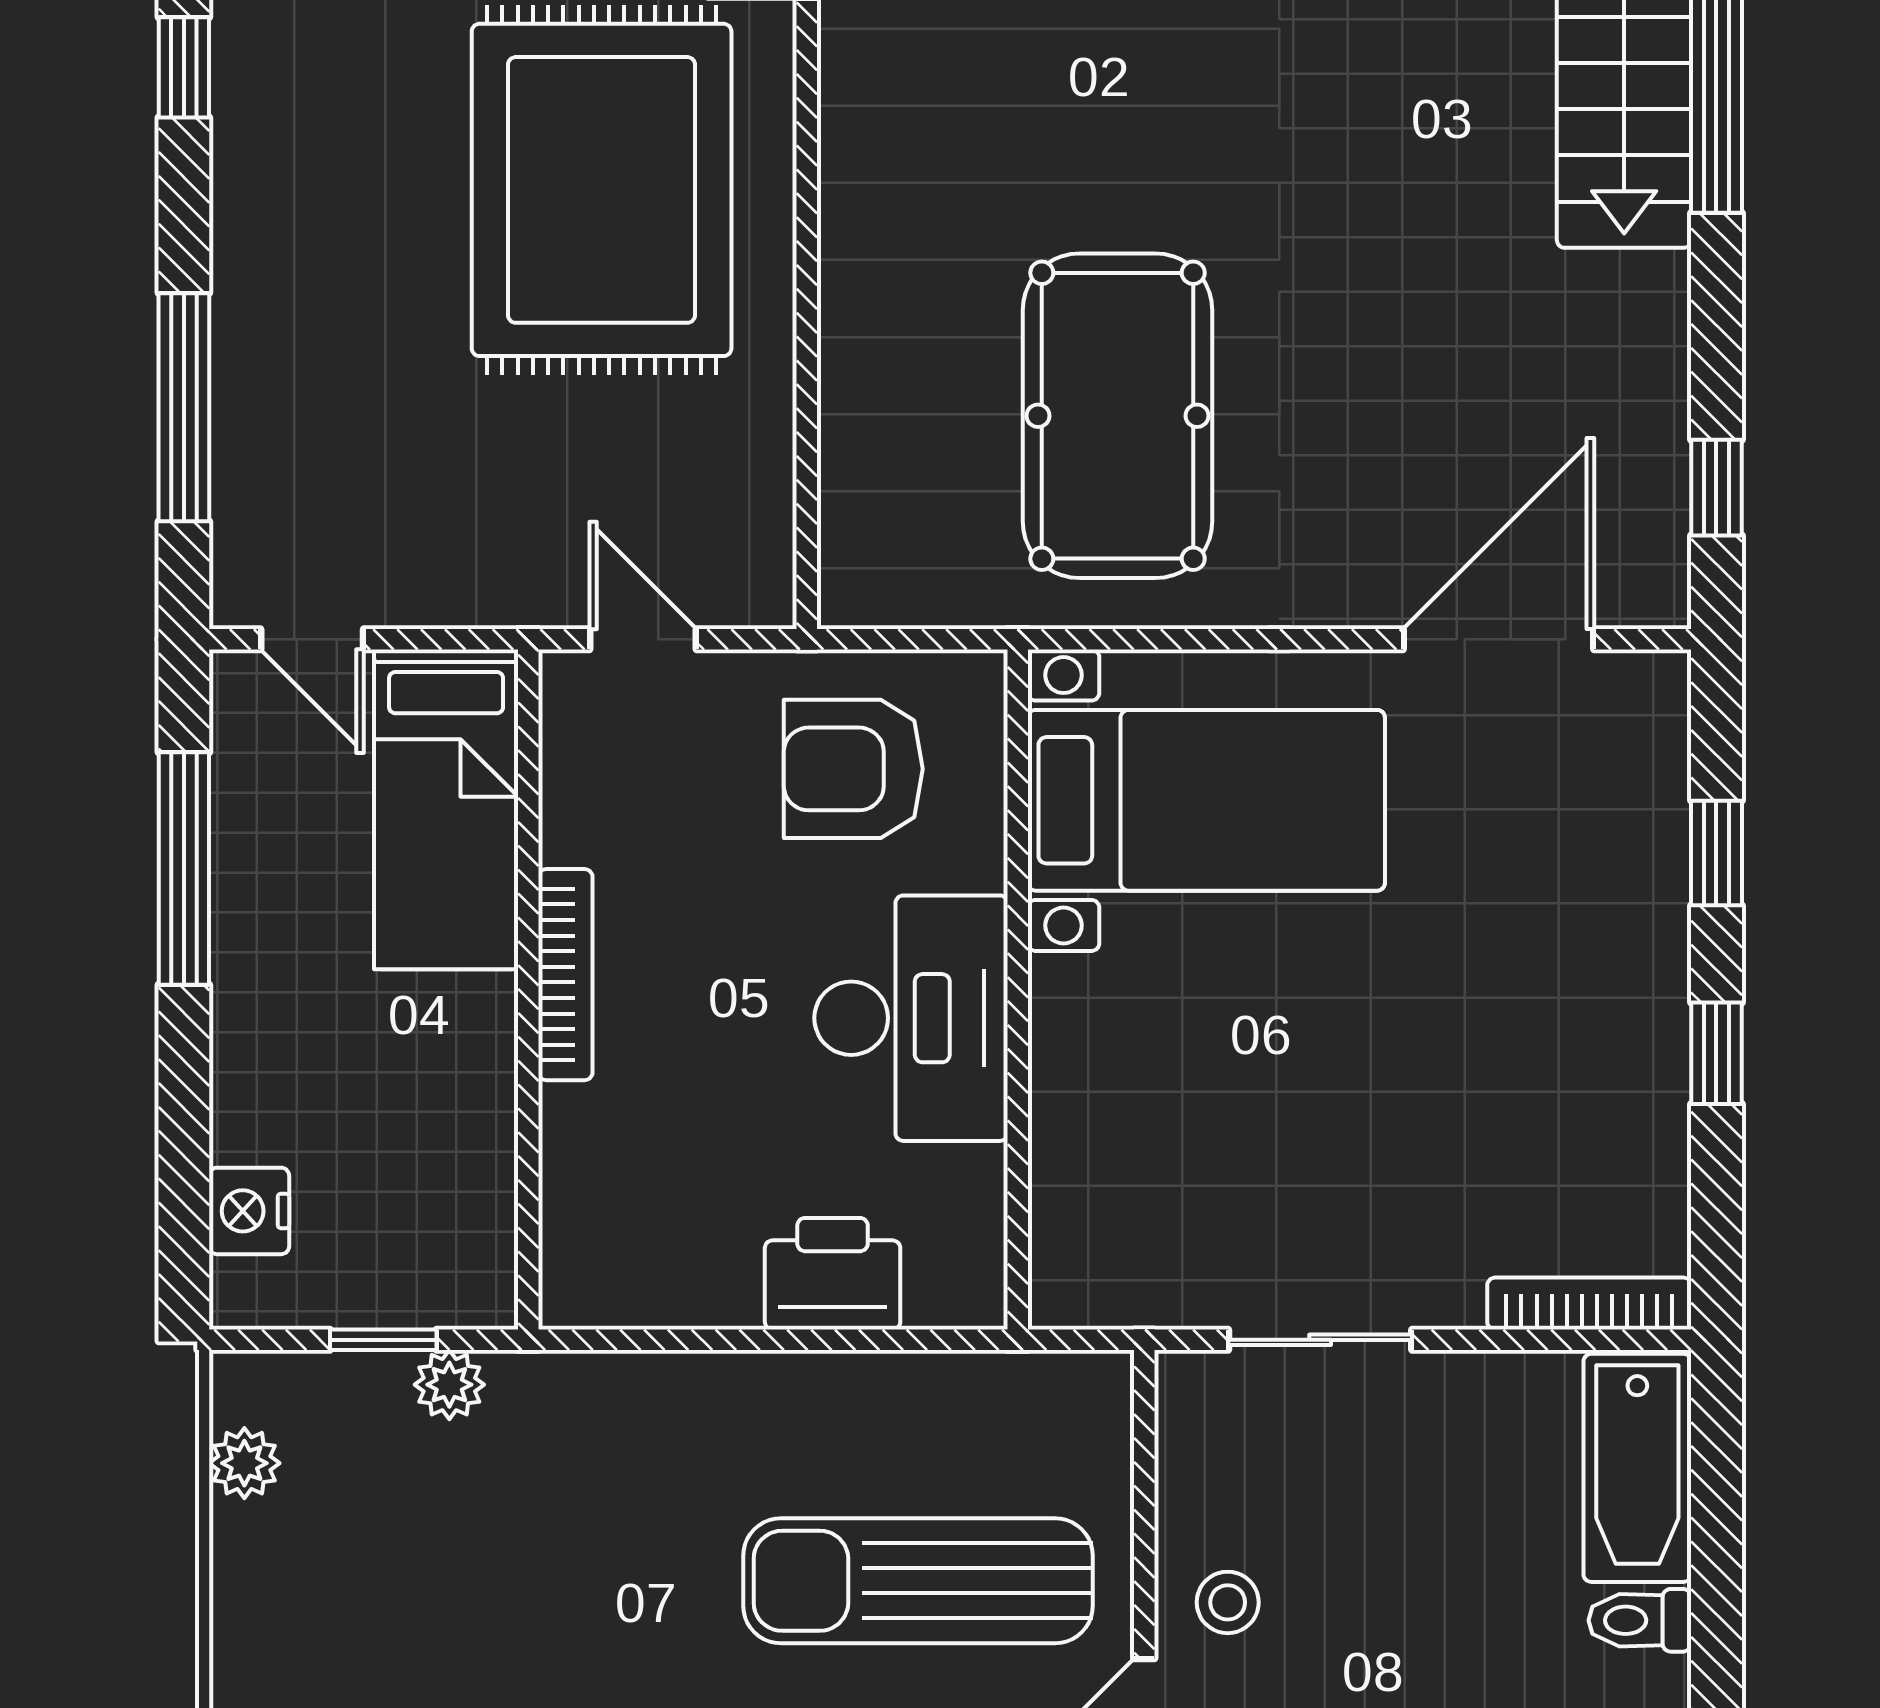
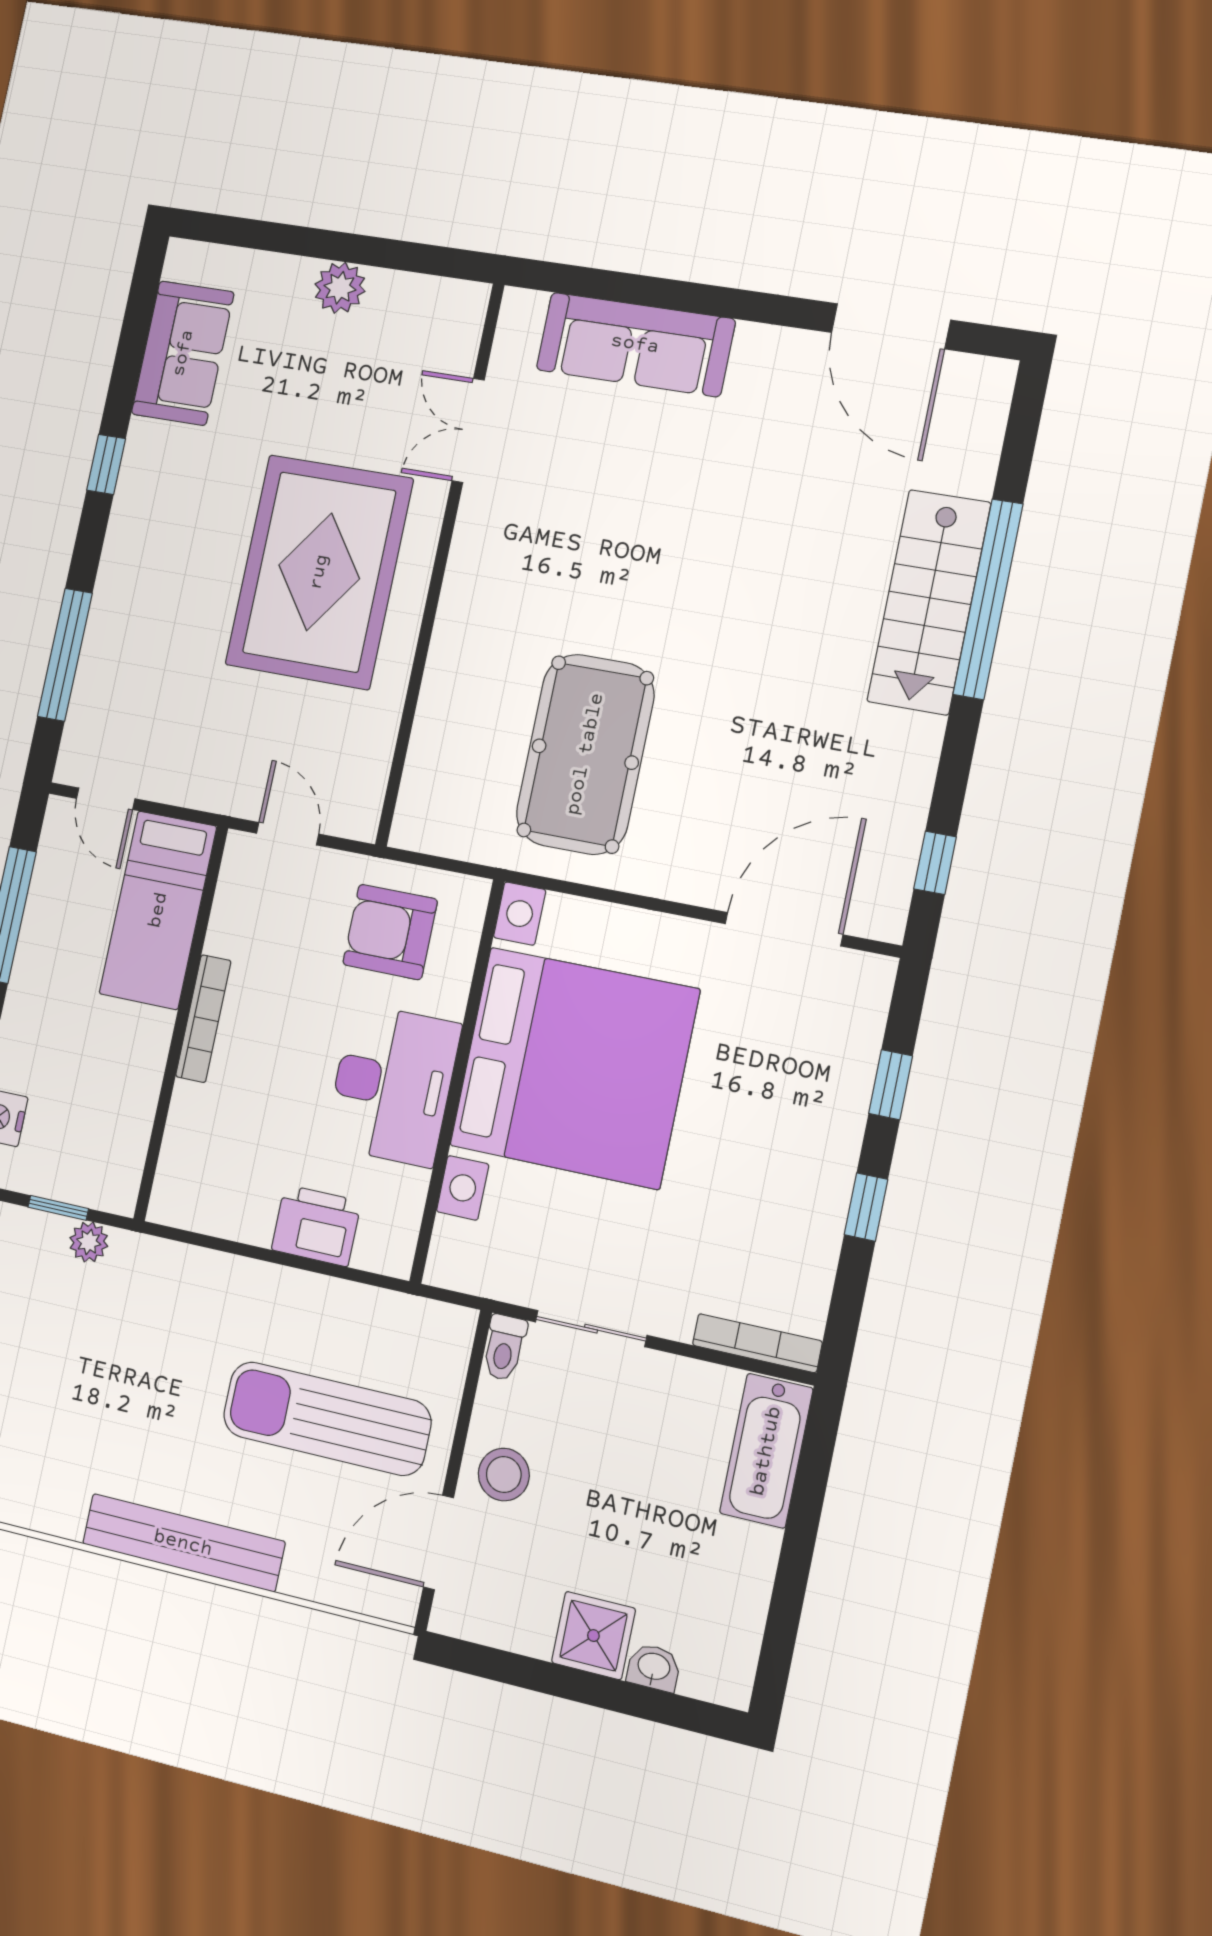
bed with nightstands: (1206, 800) -> (574, 1068), width x1.85
stool: (1228, 1602) -> (504, 1475), width x1.37, depth x1.37
toilet: (1640, 1620) -> (504, 1348), moved, turned -90

